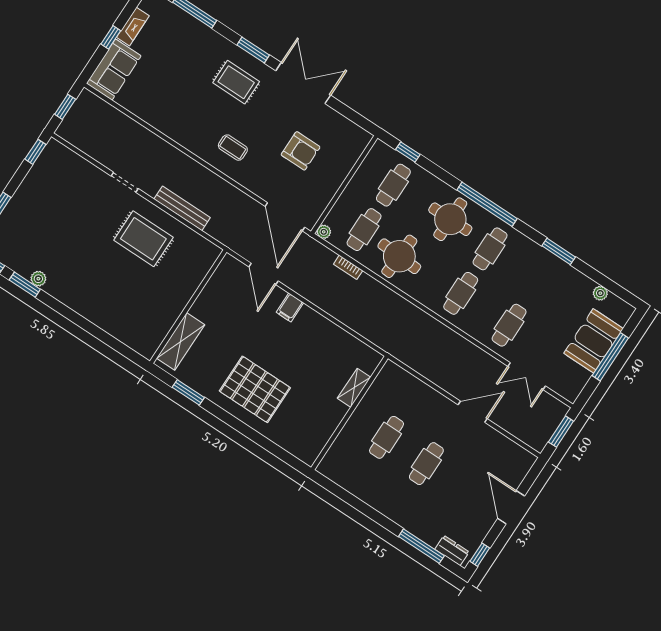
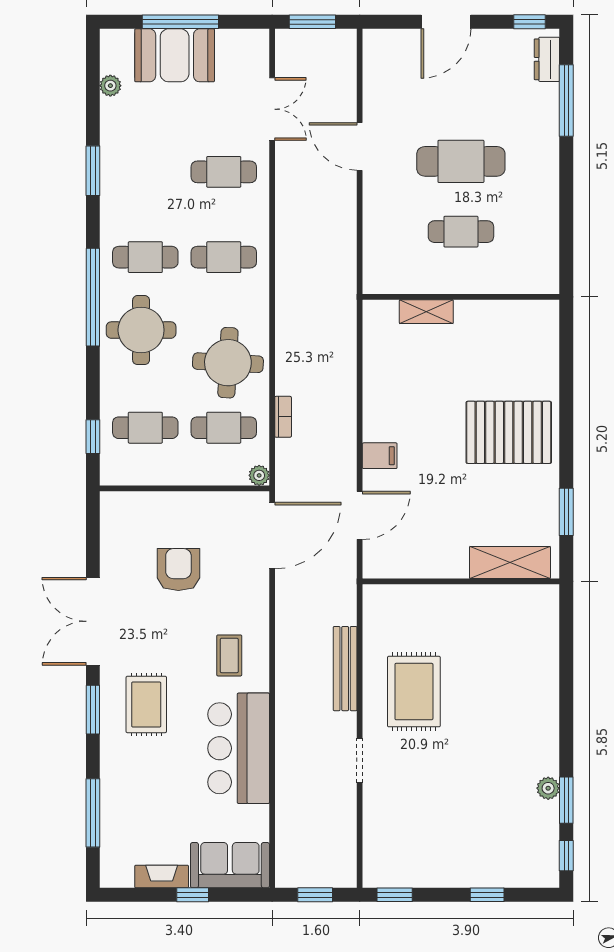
bar counter: (177, 118) -> (239, 748), added
pallet: (255, 389) -> (509, 432), turned 90
cafe table: (426, 464) -> (461, 161), width x1.37, depth x1.35

